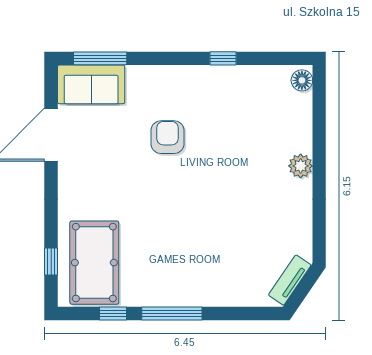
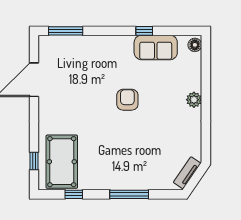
sofa: (91, 84) -> (156, 47), moved
armchair: (168, 137) -> (127, 100), moved
window: (172, 314) -> (129, 194), moved

